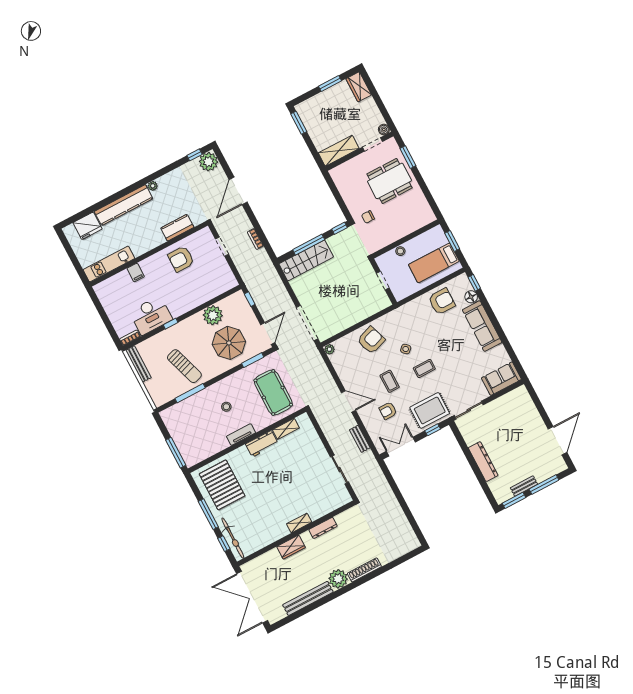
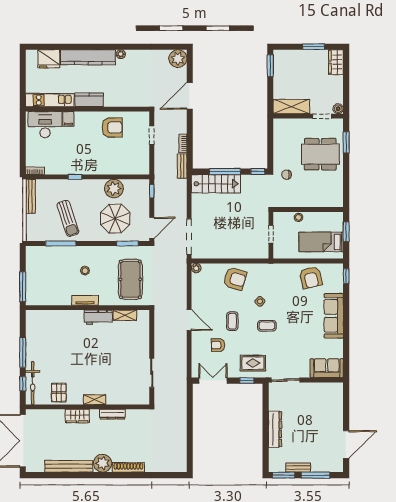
window: (195, 155) -> (169, 47), removed
kitchen counter: (177, 228) -> (89, 100), moved
armchair: (181, 259) -> (112, 127), turned 180
floor lamp: (471, 297) -> (337, 287), removed
armchair: (442, 301) -> (311, 277), turned 77
desk: (151, 315) -> (45, 125), moved, turned 180
armchair: (371, 340) -> (235, 279), turned 35
rug: (430, 410) -> (253, 363), width x0.73, depth x0.70
bench: (360, 439) -> (182, 166), moved
pallet: (222, 485) -> (59, 393), moved, width x0.49, depth x0.50

